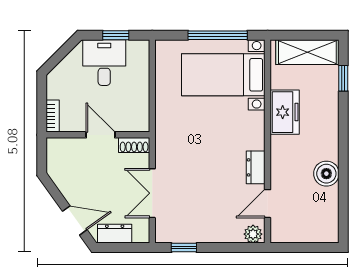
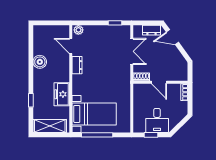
window: (343, 78) -> (31, 100), moved
door: (268, 204) -> (71, 46), swing flipped

